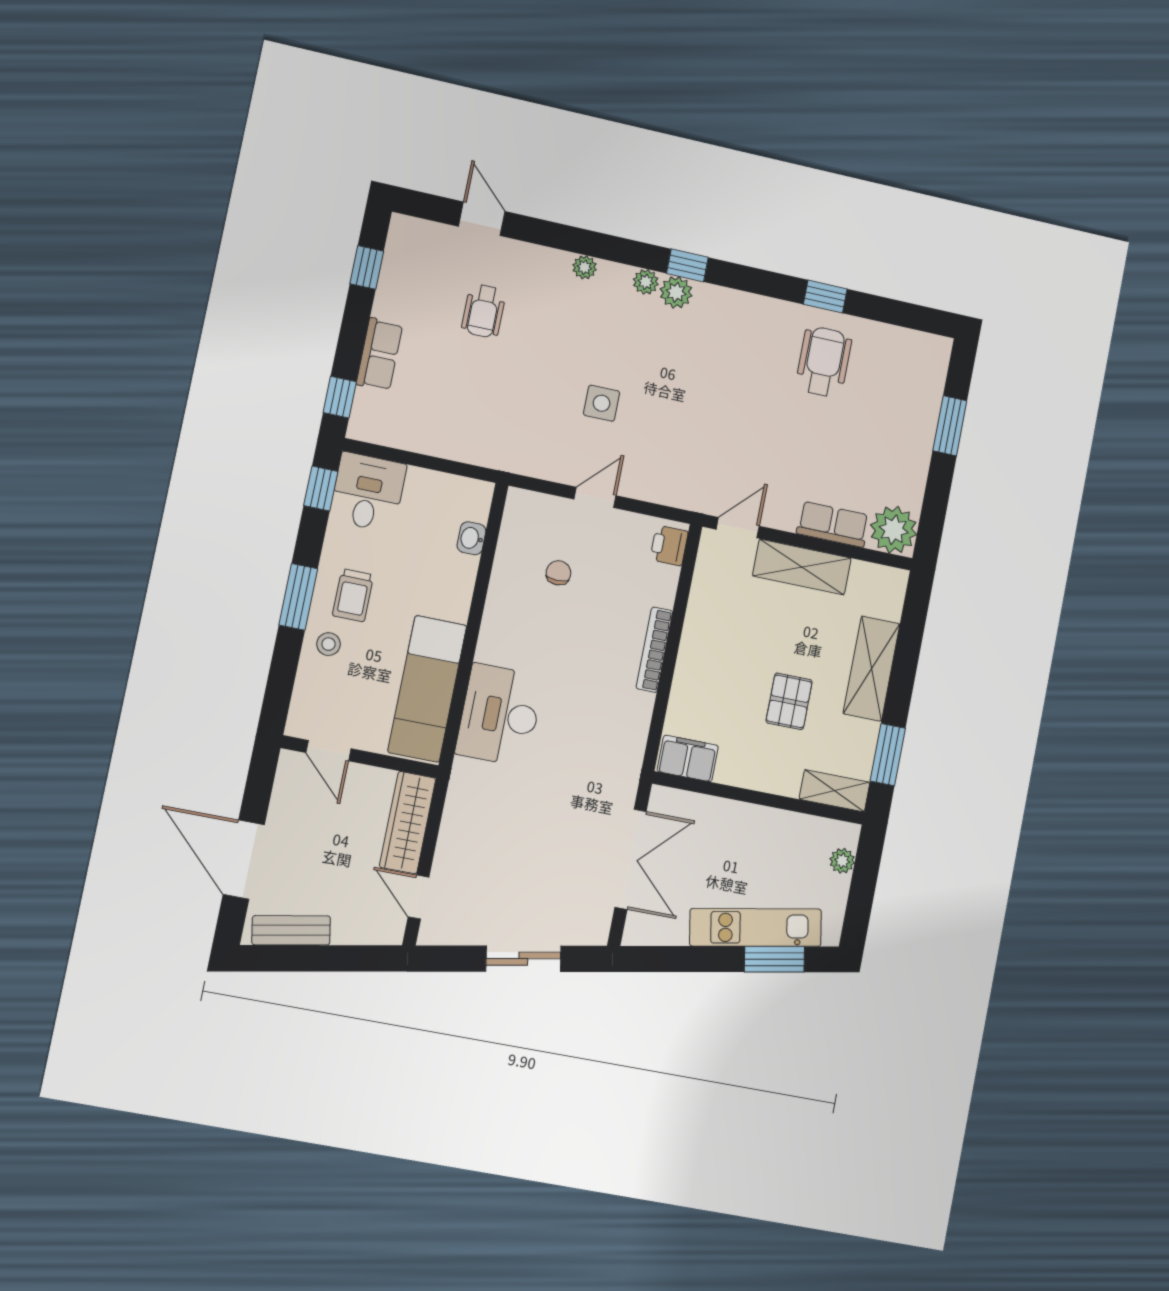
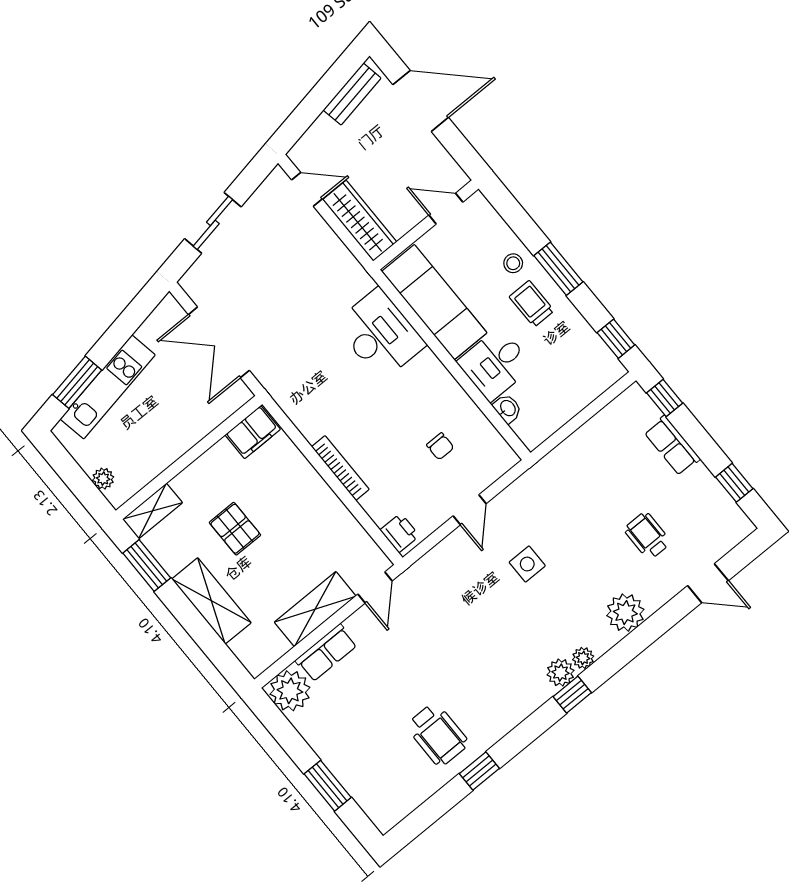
plant: (585, 267) -> (625, 613), width x1.88, depth x1.88
desk: (368, 492) -> (495, 364), moved, turned 90

